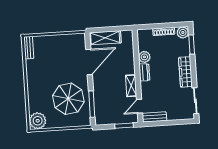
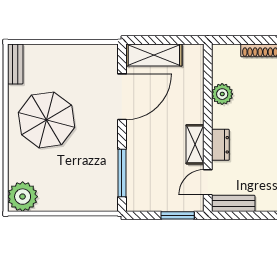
dresser: (144, 72) -> (220, 145), moved
parasol: (68, 99) -> (47, 120), moved

